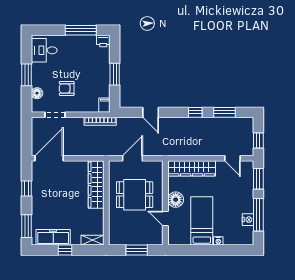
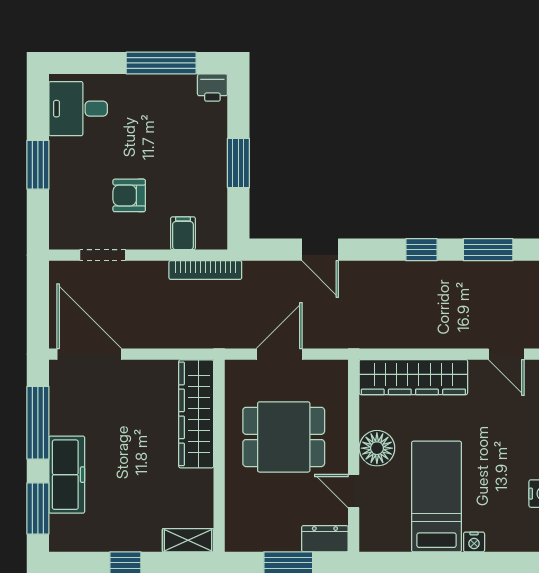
floor lamp: (37, 93) -> (62, 206), removed
filing cabinet: (104, 105) -> (183, 233), moved
door: (49, 158) -> (89, 354), hinge flipped
window: (26, 188) -> (38, 423), width x2.17
freezer: (53, 237) -> (67, 475), moved, turned 90
dresser: (153, 239) -> (325, 539), added

